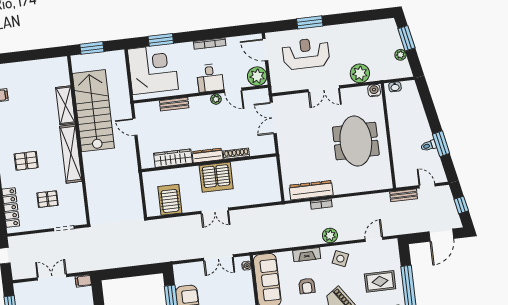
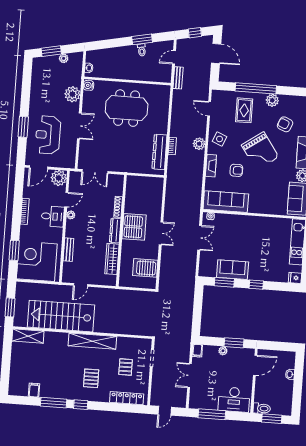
shelving: (65, 105) -> (28, 336), moved

